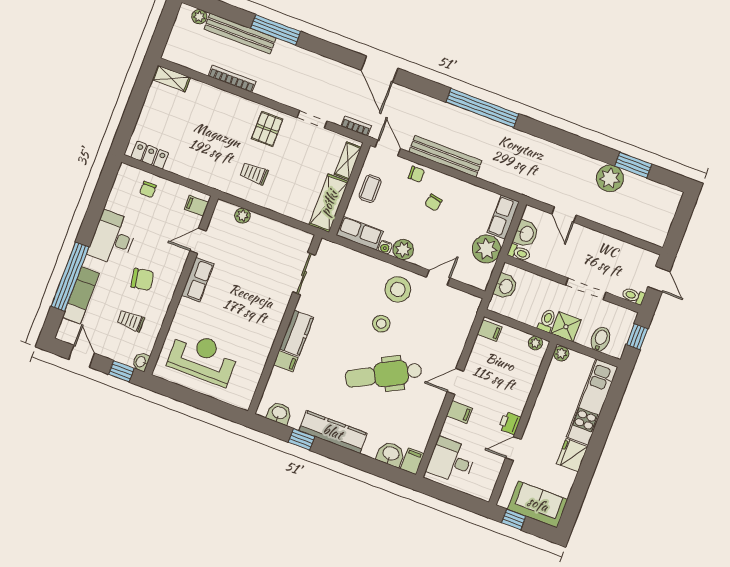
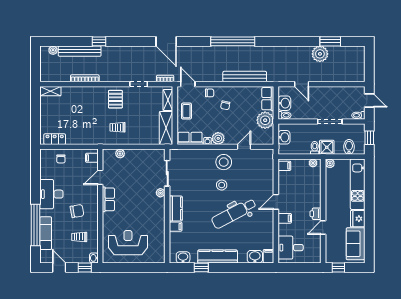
window: (276, 30) -> (99, 41), width x0.46
bench: (445, 156) -> (245, 77), moved
plant: (282, 300) -> (160, 193), added
sofa: (538, 504) -> (356, 244), moved, turned -90

